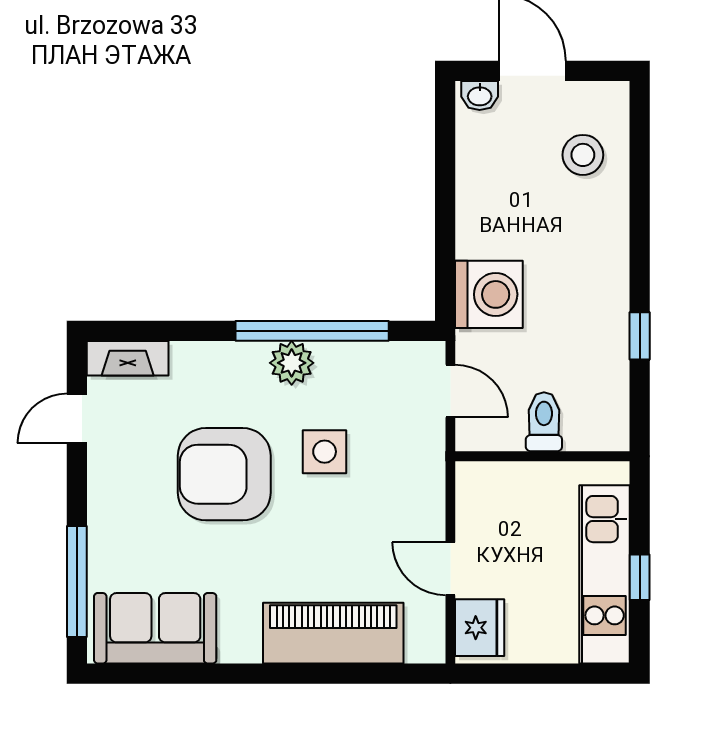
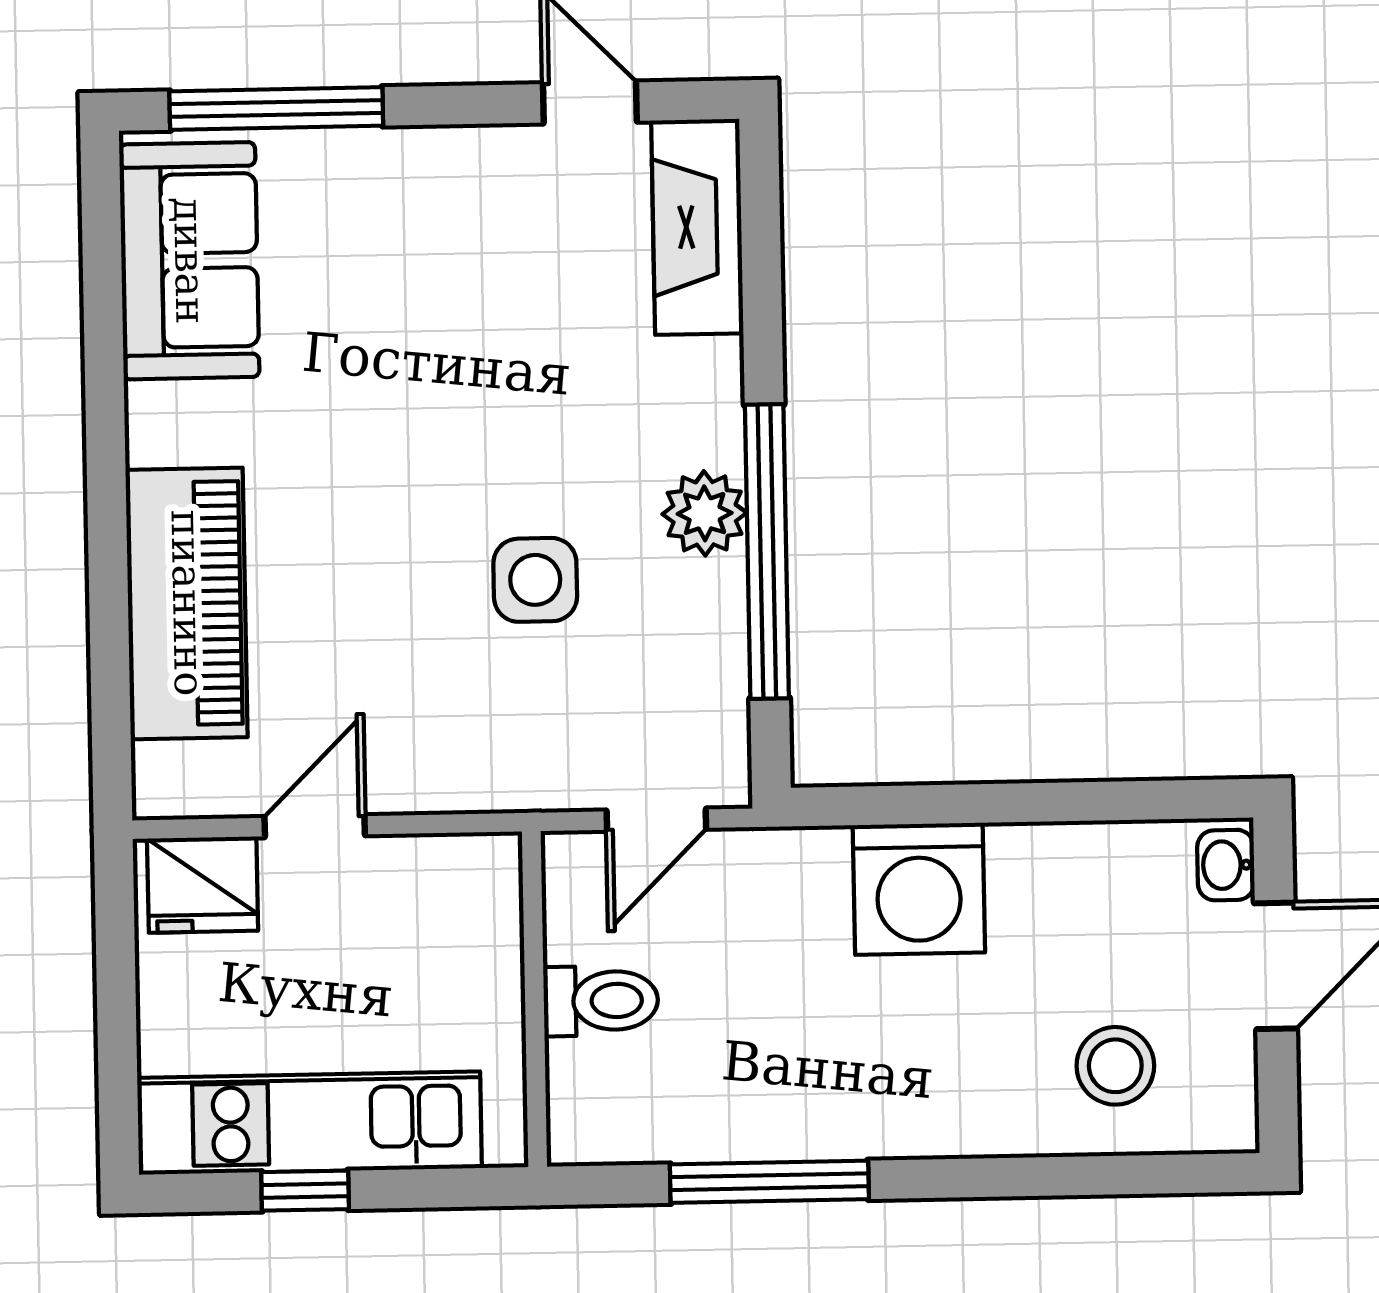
washing machine: (489, 294) -> (919, 889), moved
window: (640, 336) -> (769, 1182), width x2.17
fireplace: (128, 358) -> (697, 227), width x1.37, depth x1.32
armchair: (224, 474) -> (488, 388), removed

